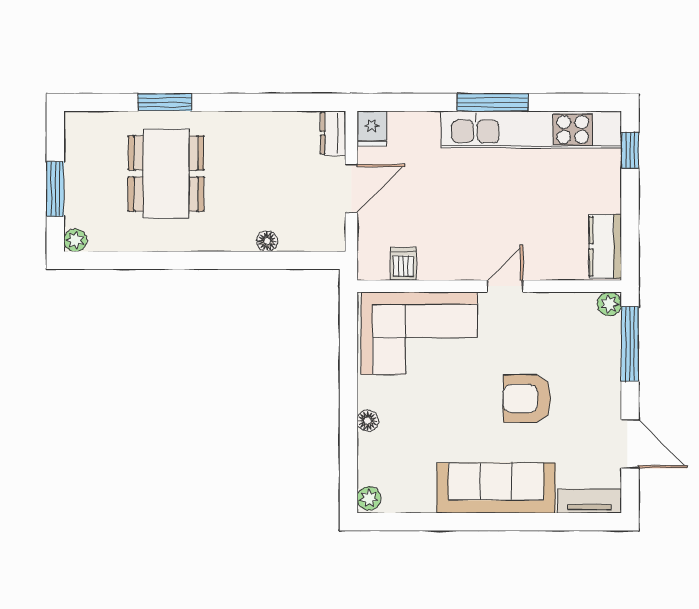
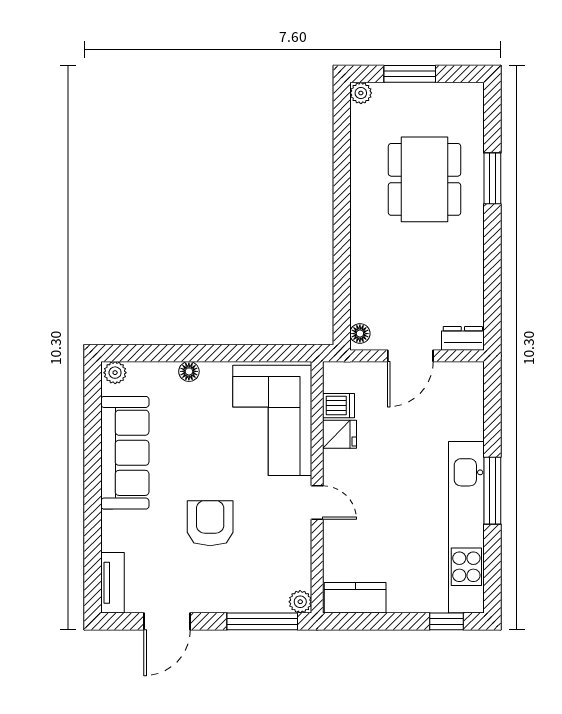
fridge: (372, 129) -> (339, 434), moved, turned 180
dining table: (166, 173) -> (424, 179), turned 90
door: (351, 188) -> (410, 356), hinge flipped
floor lamp: (267, 241) -> (360, 334), moved
sofa: (496, 488) -> (125, 453), moved

